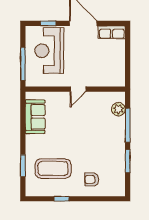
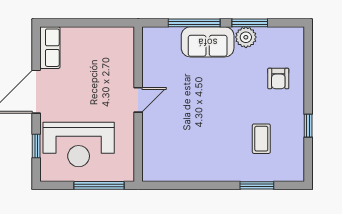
door: (78, 89) -> (138, 100), hinge flipped
plant: (118, 109) -> (246, 37), moved
sofa: (35, 117) -> (208, 42), moved, turned 180
coffee table: (53, 169) -> (261, 139), width x0.54, depth x0.58

